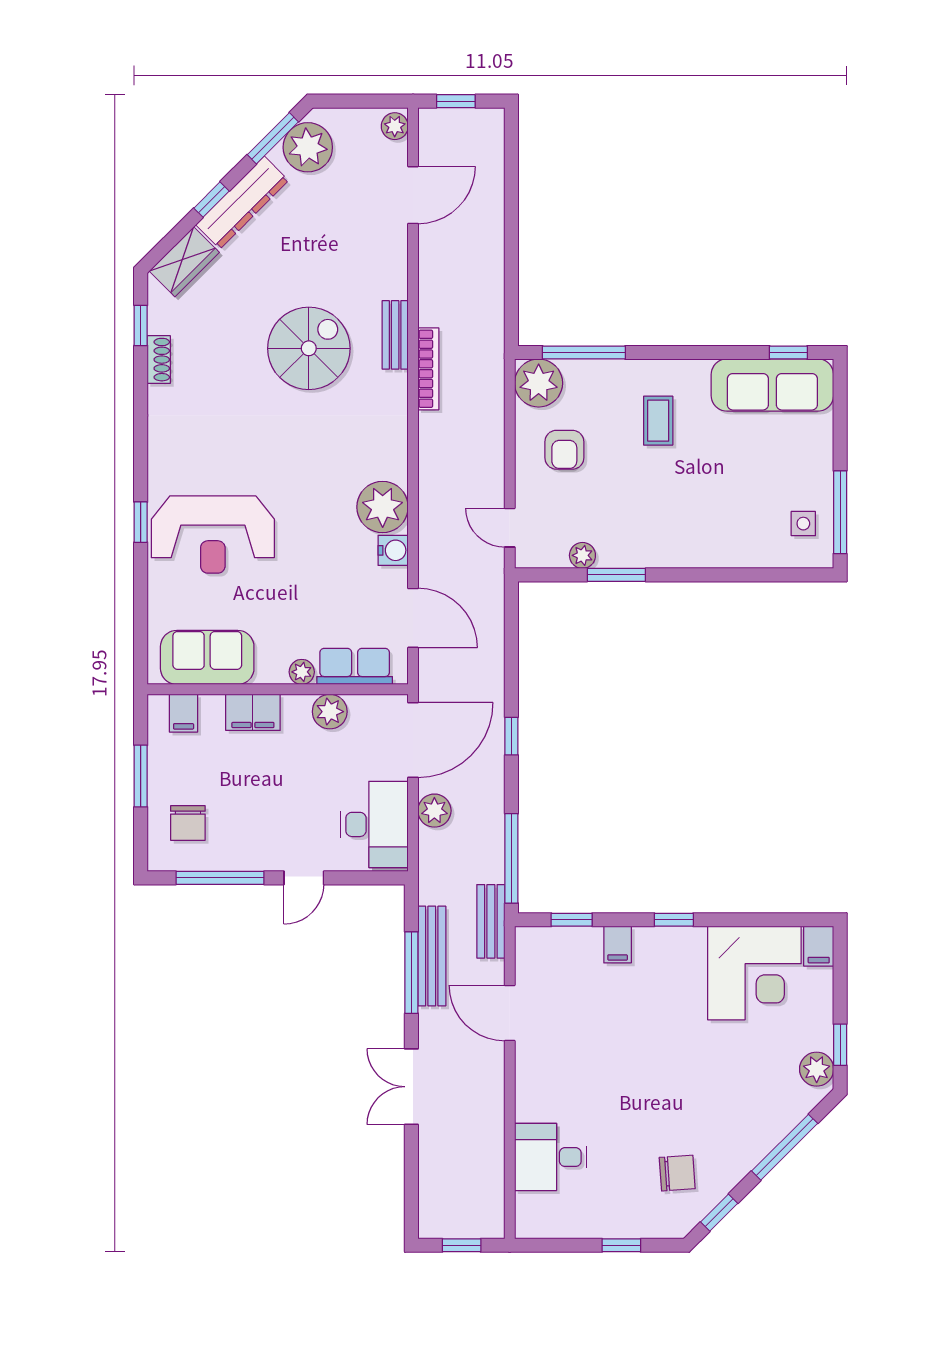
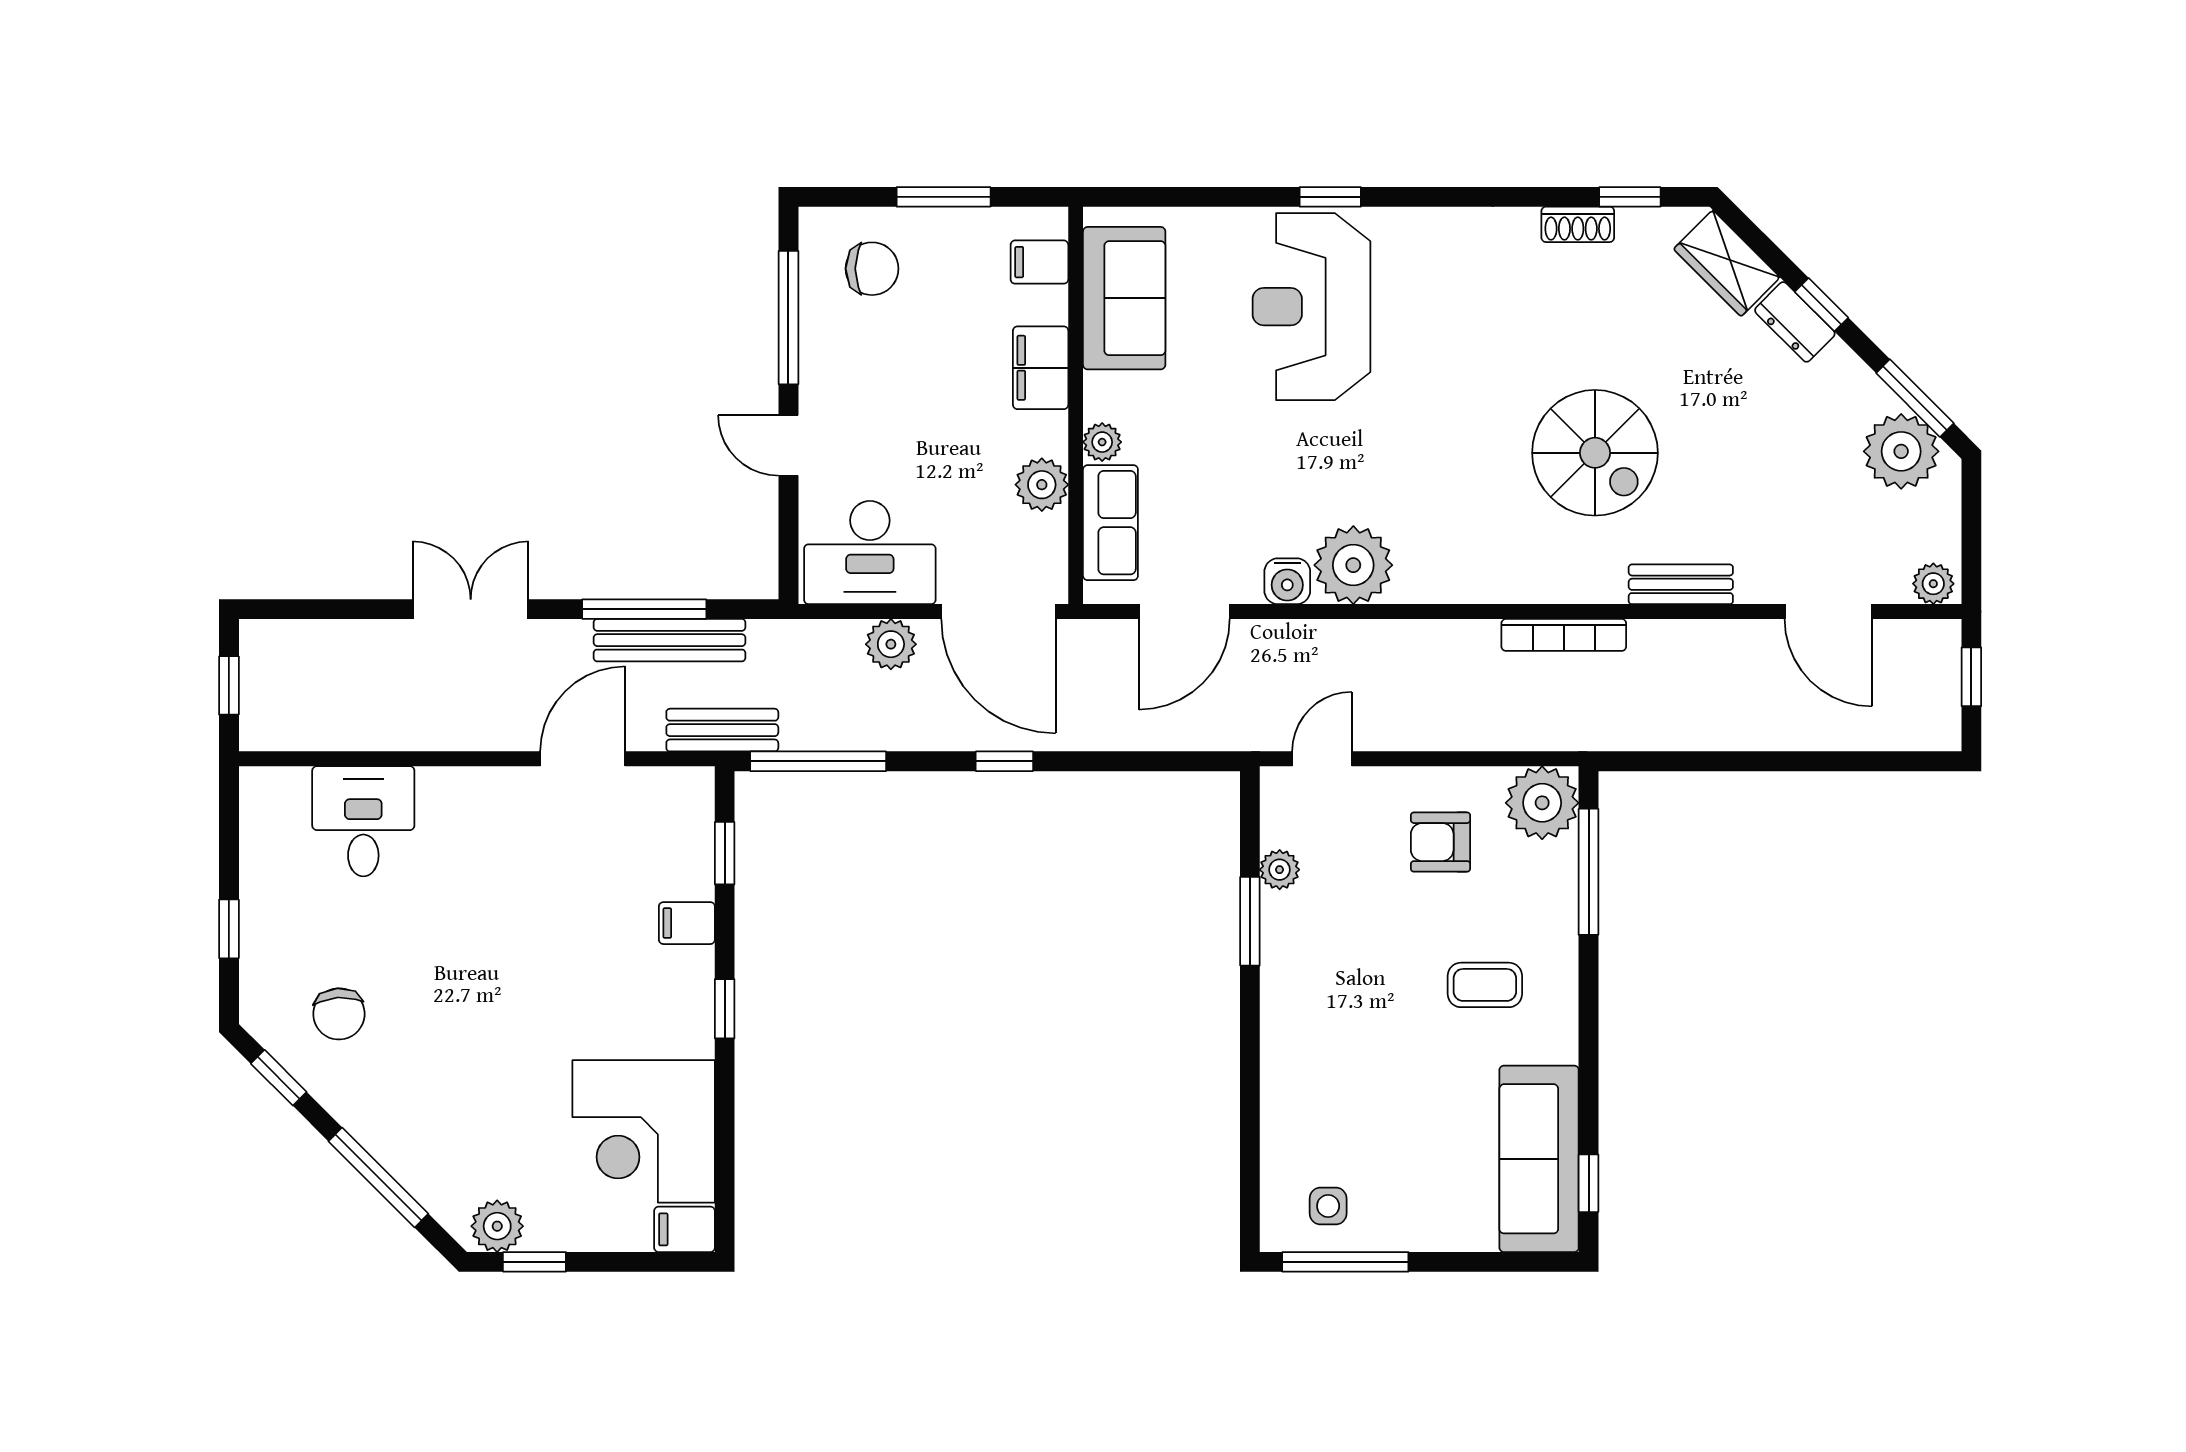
dresser: (242, 203) -> (1795, 322), width x0.51, depth x0.80
bench: (395, 335) -> (1681, 584), moved
chair: (188, 823) -> (872, 269), turned 180

